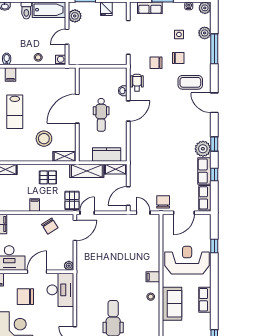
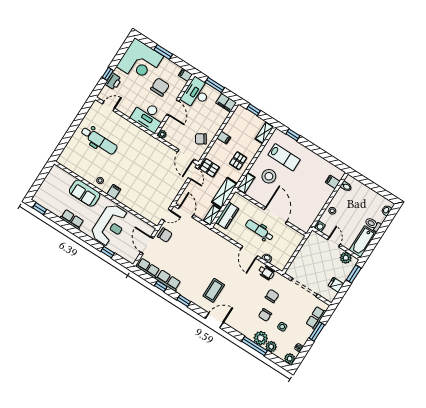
coffee table: (190, 82) -> (214, 290), moved
lab bench: (15, 112) -> (284, 157), moved, turned 180
plant: (203, 149) -> (261, 338), moved

